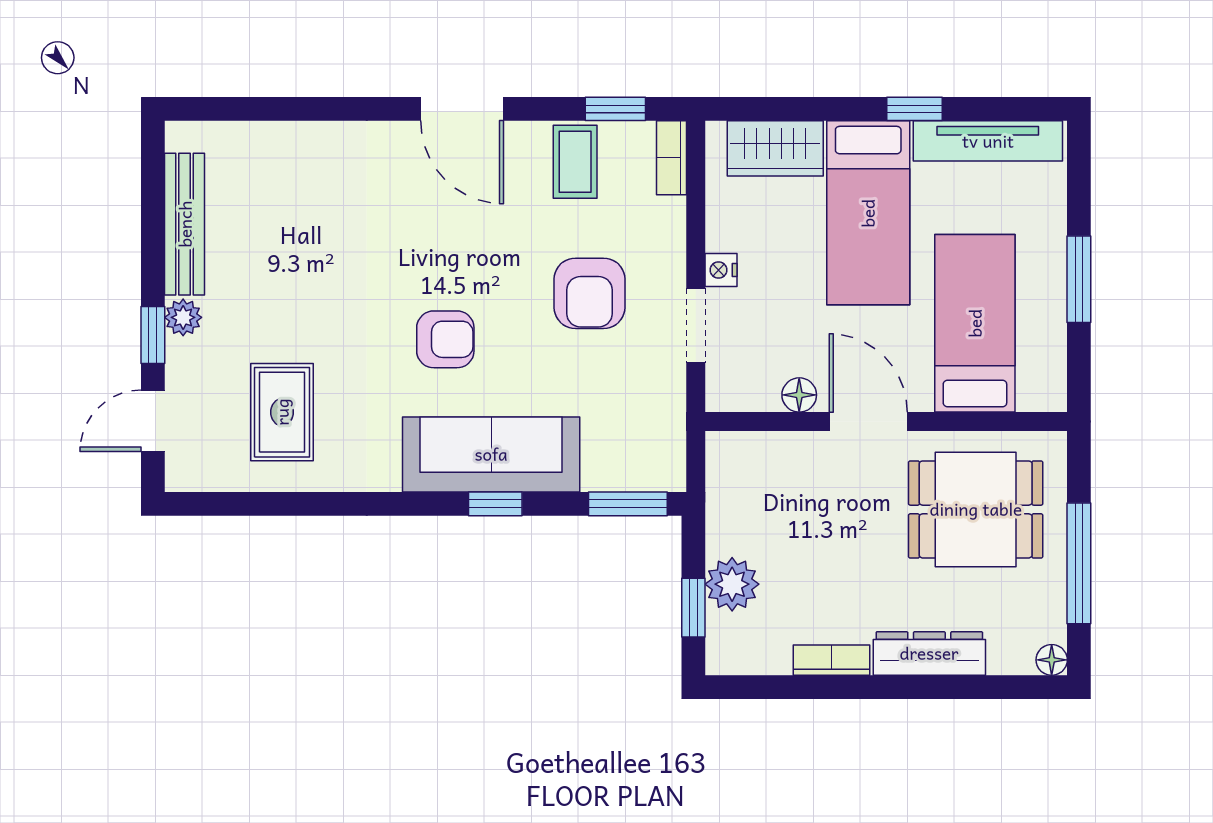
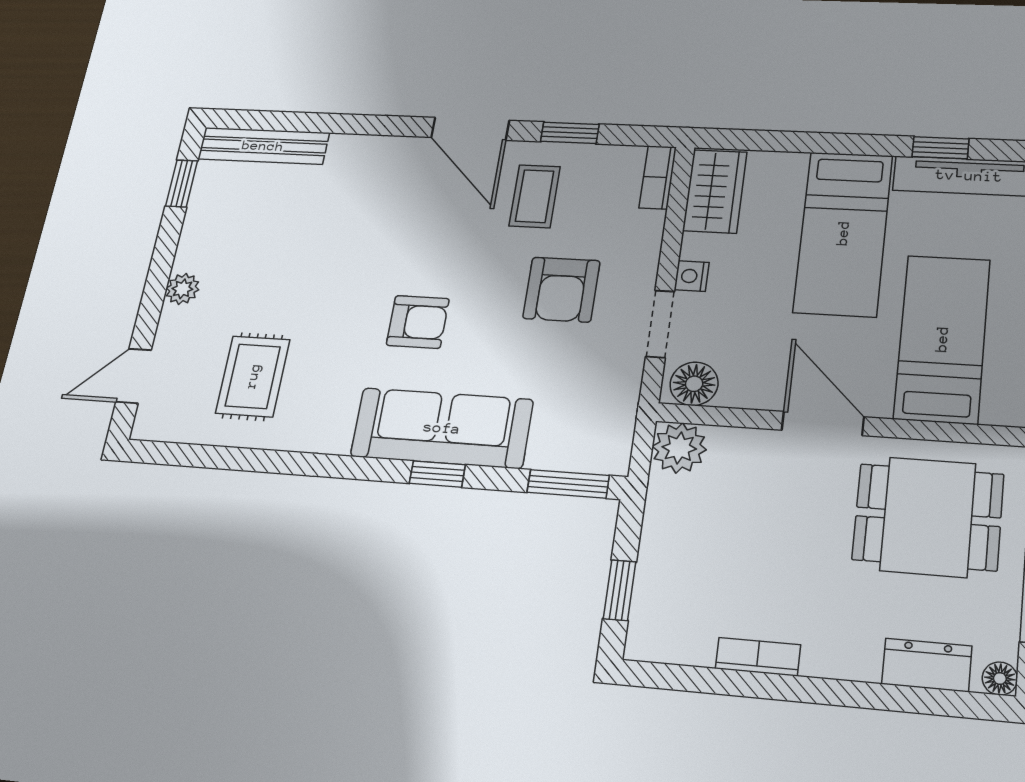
window: (615, 109) -> (570, 133), moved
window: (915, 109) -> (940, 148), moved
wardrobe: (775, 148) -> (715, 191), moved, turned -90
coffee table: (575, 162) -> (535, 196), moved
bench: (185, 224) -> (263, 146), moved, turned 90
window: (153, 335) -> (182, 183), moved
floor lamp: (799, 395) -> (694, 384), moved, width x1.37, depth x1.37
plant: (732, 584) -> (679, 448), moved
dresser: (929, 653) -> (927, 665), moved, width x0.70

